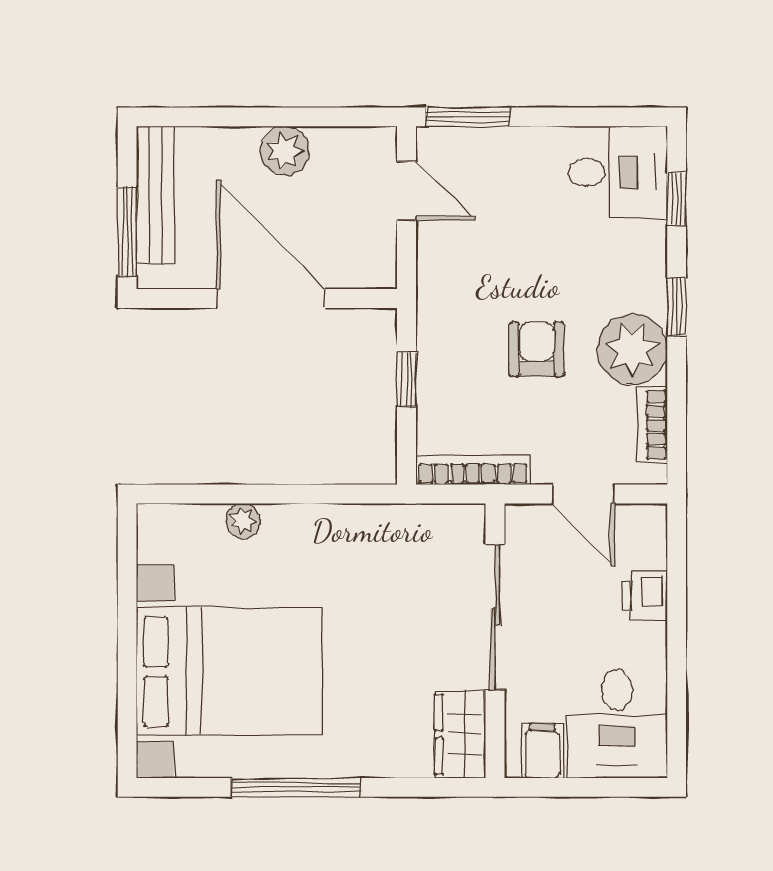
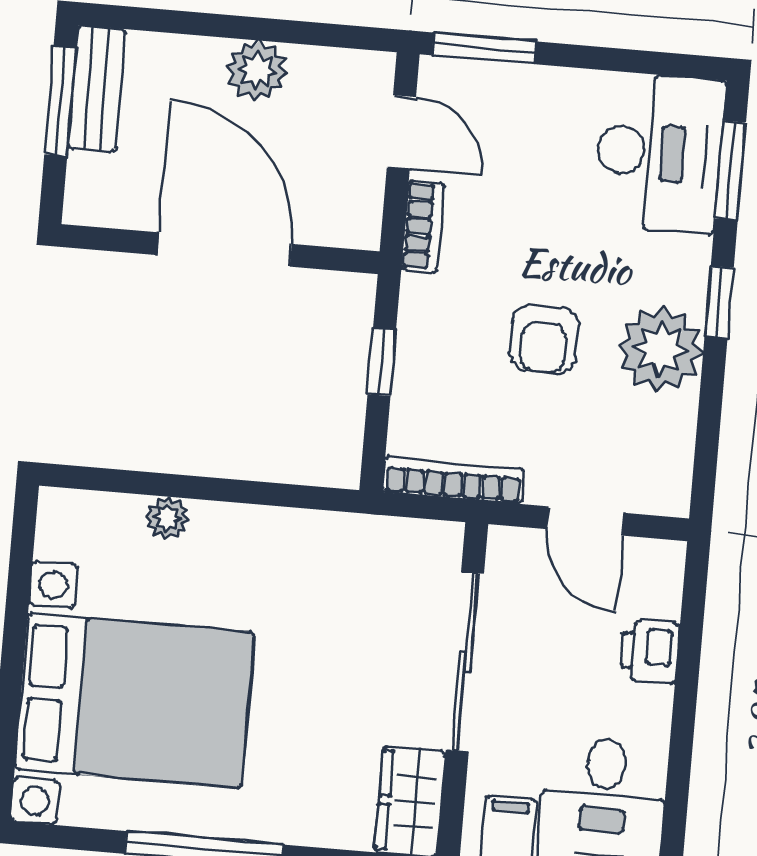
desk: (617, 172) -> (659, 153), width x1.37
bench: (156, 195) -> (97, 89), width x0.73
window: (677, 199) -> (730, 170), width x1.50
window: (127, 231) -> (60, 101), moved
armchair: (537, 349) -> (544, 339), turned 180
bookcase: (653, 425) -> (423, 226), moved, turned 180

